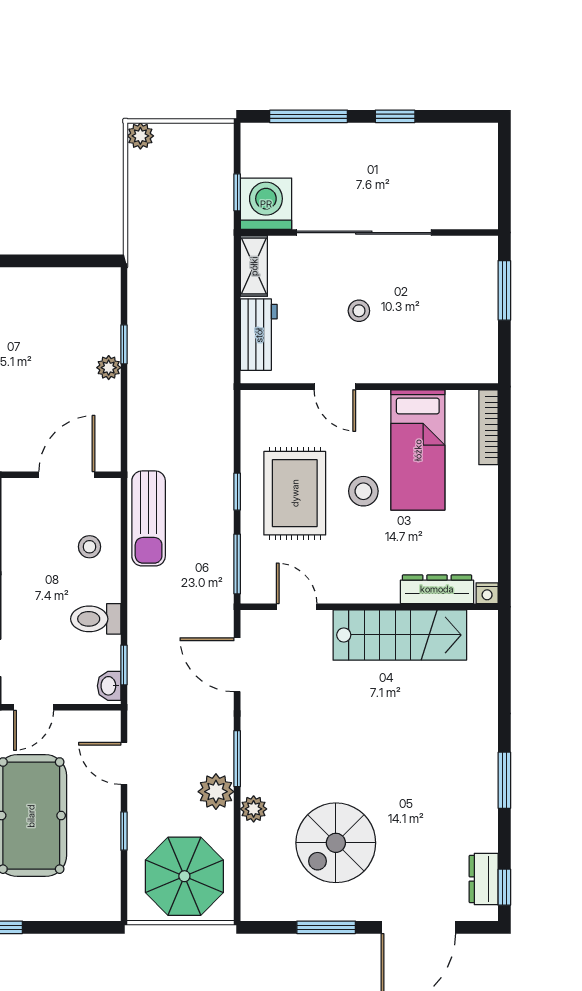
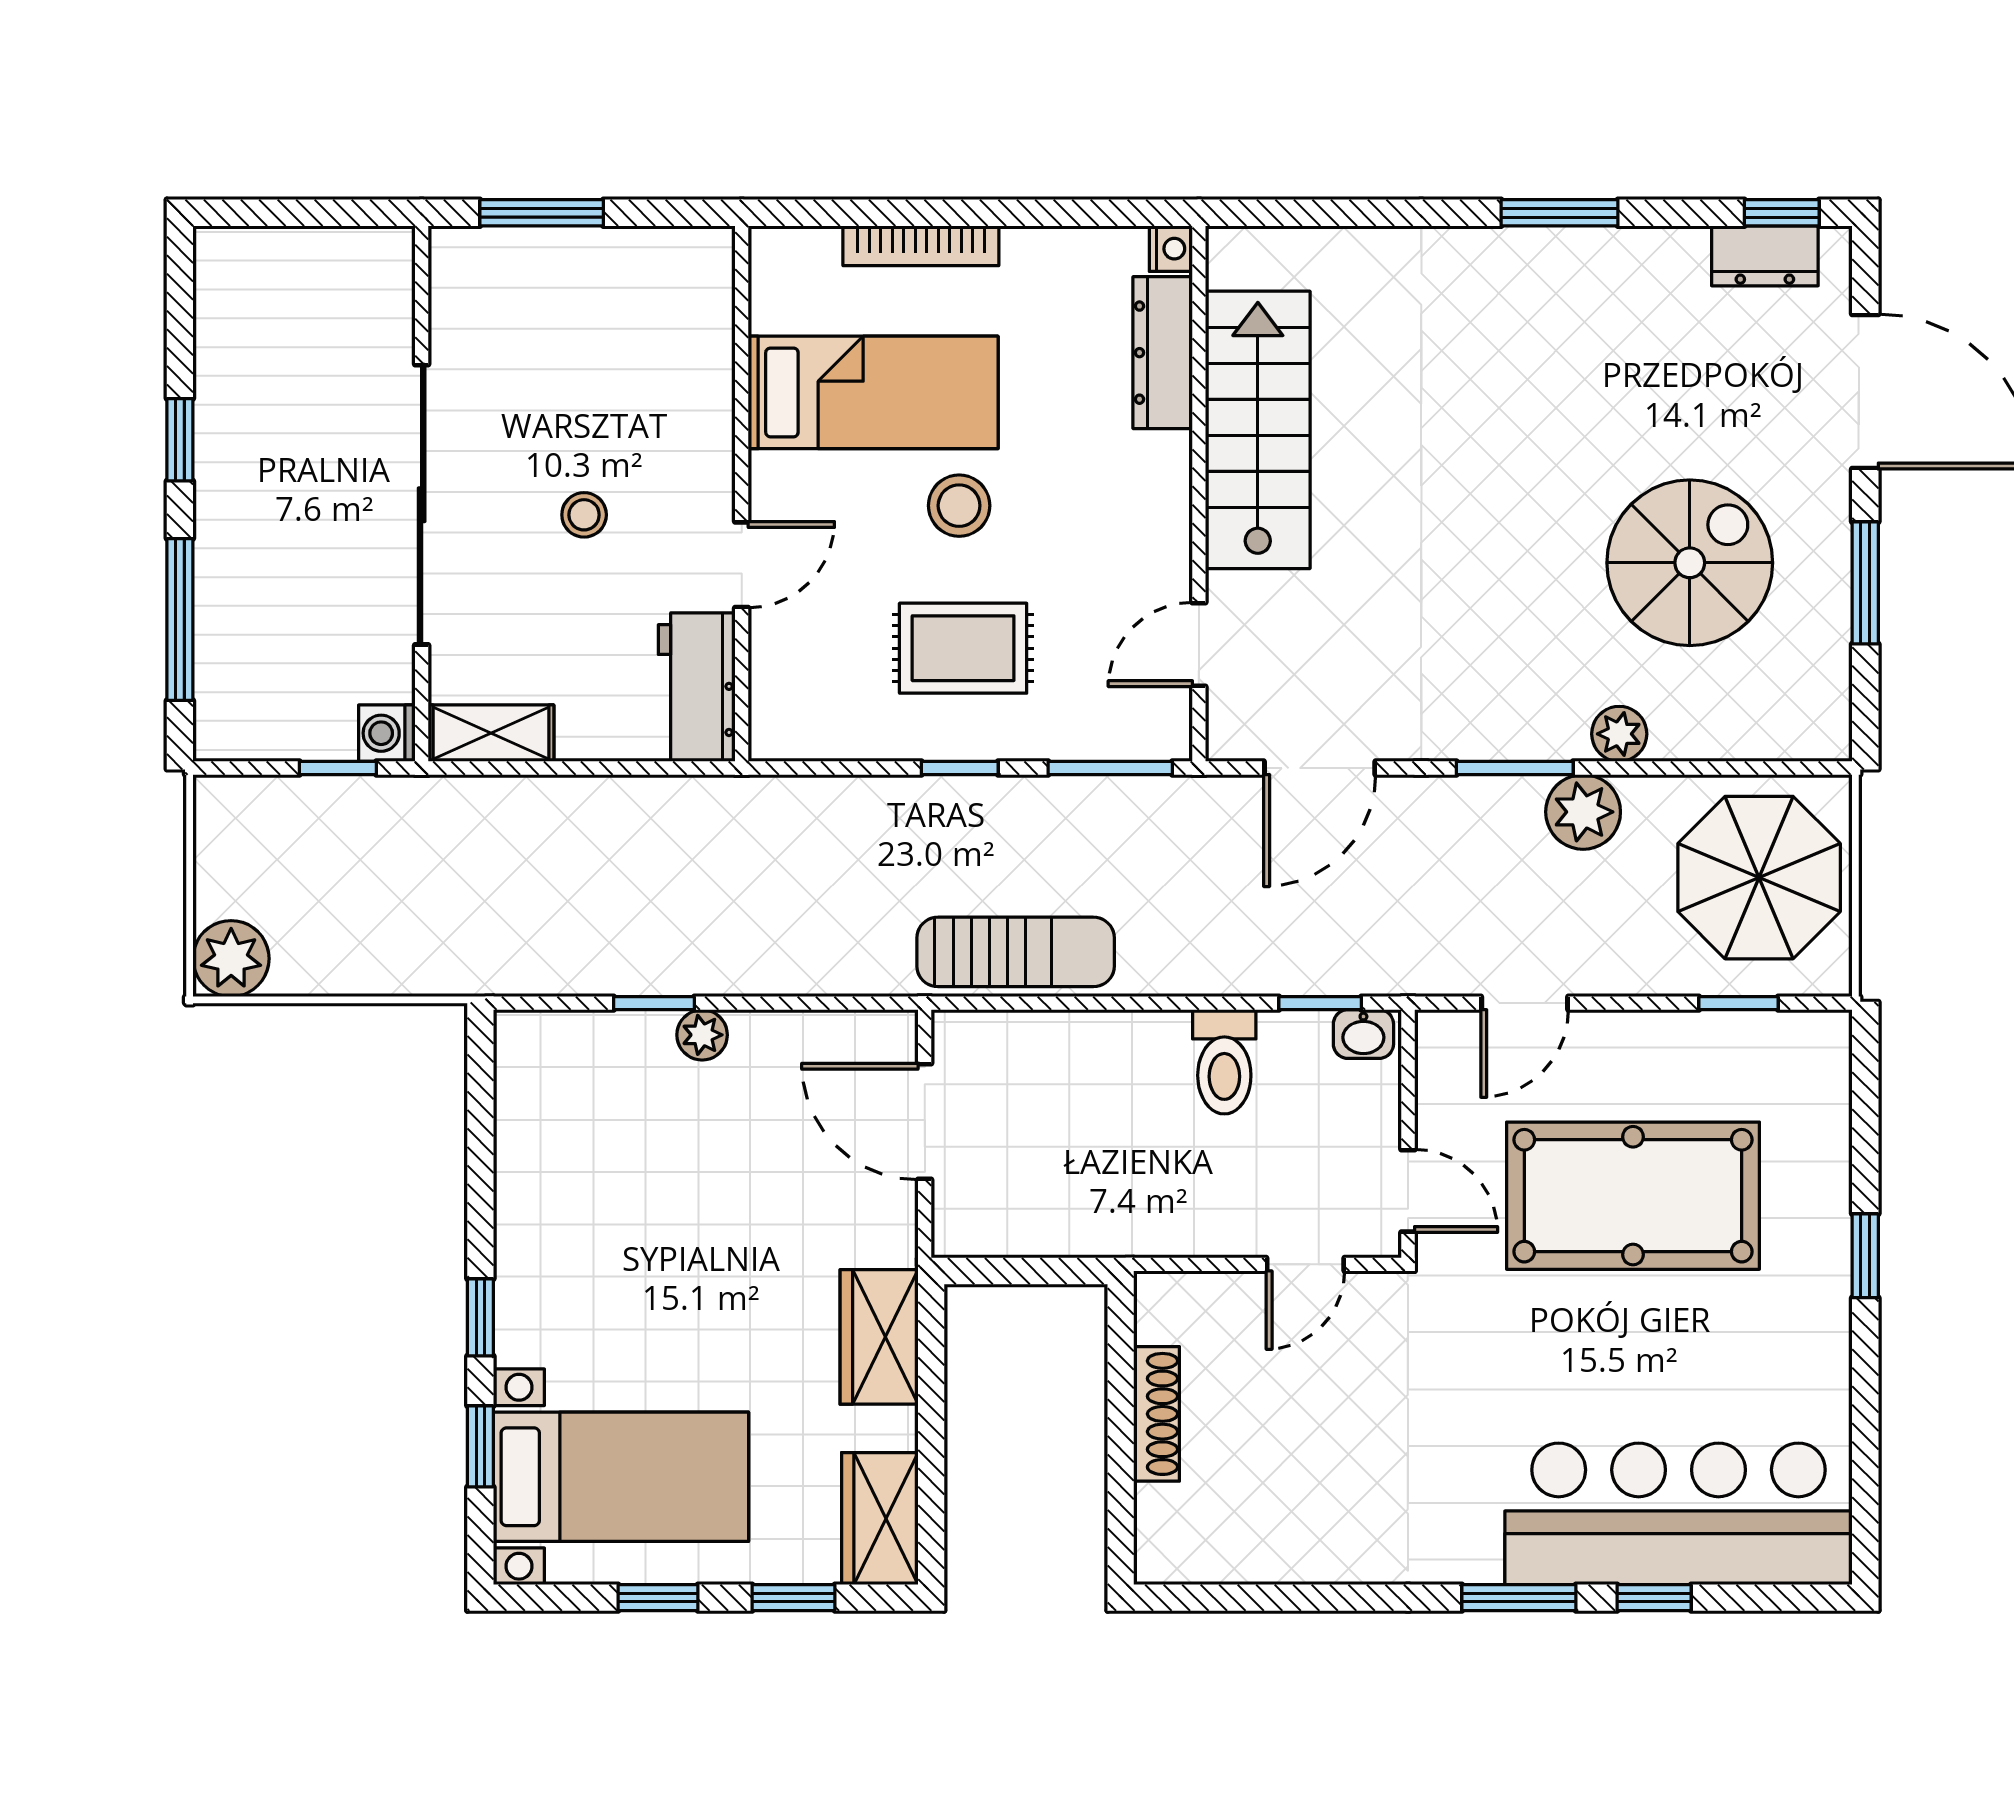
plant: (140, 136) -> (231, 959), width x1.38, depth x1.38
washing machine: (266, 204) -> (387, 733), width x0.53, depth x0.53
workbench: (259, 335) -> (697, 687), moved, turned -90
bookcase: (488, 427) -> (921, 246), moved
rug: (295, 493) -> (963, 648), width x0.73, depth x0.70
stool: (89, 547) -> (1074, 1075), removed
window: (124, 831) -> (1739, 1003), moved
spiral stairs: (336, 843) -> (1690, 563), turned -90

